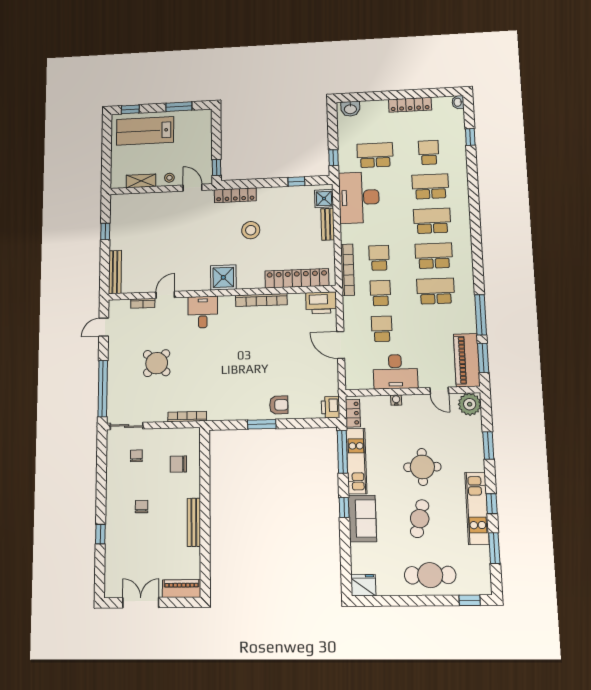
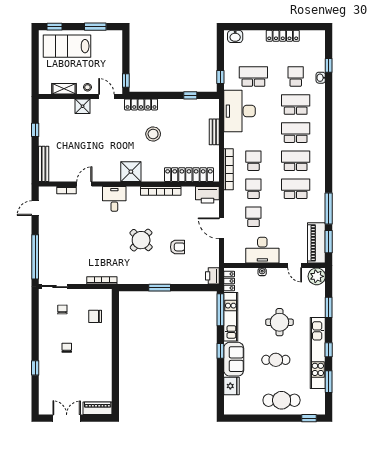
washbasin: (458, 102) -> (321, 78), moved
shower: (324, 199) -> (83, 106), moved
round table: (157, 363) -> (141, 240), moved
armchair: (279, 405) -> (177, 247), moved
kitchen unit: (477, 508) -> (318, 353), width x1.36
cafe table: (420, 519) -> (276, 360), turned 76
bench: (194, 522) -> (107, 360), removed
fridge: (363, 585) -> (232, 386), moved, turned 90

